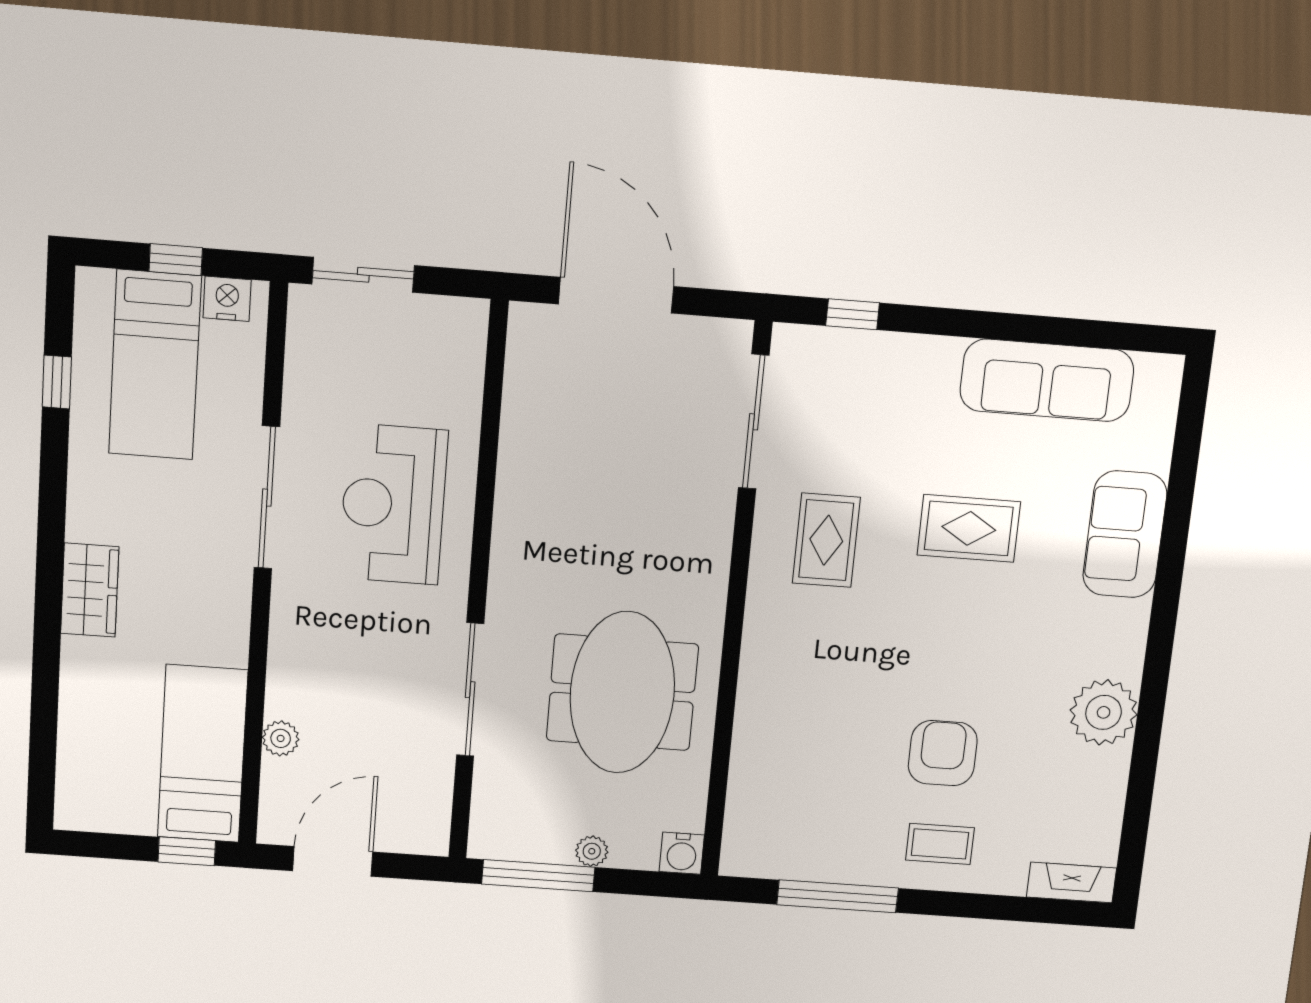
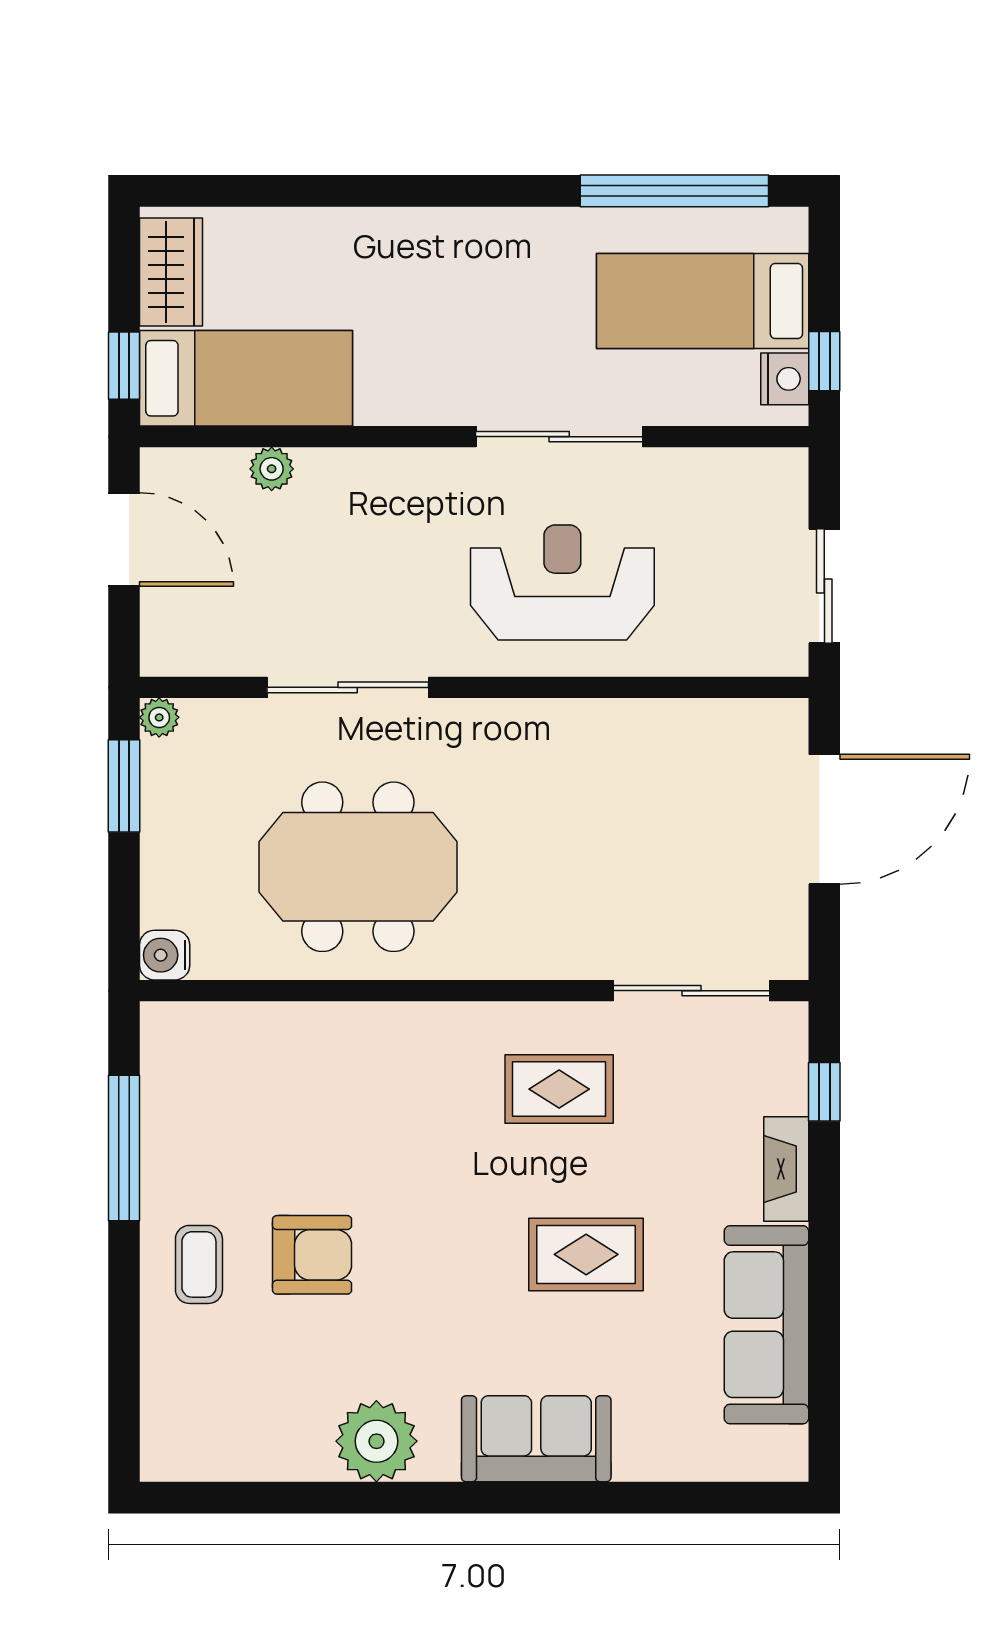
window: (176, 260) -> (824, 361), moved
sliding door: (363, 275) -> (824, 586), moved
window: (57, 382) -> (674, 191), width x3.17
rug: (969, 528) -> (586, 1254), turned 90
sofa: (1125, 534) -> (536, 1439), moved
wardrobe: (90, 590) -> (171, 272), moved, turned -90
plant: (592, 851) -> (159, 717), moved
window: (538, 876) -> (124, 786), width x0.69
fireplace: (1072, 882) -> (786, 1169), moved, turned 180

